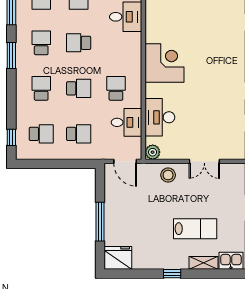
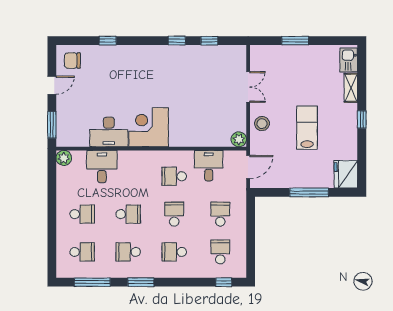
school desk: (79, 43) -> (128, 214), turned -90
desk: (160, 117) -> (109, 132), moved
lab bench: (195, 229) -> (307, 128), moved

